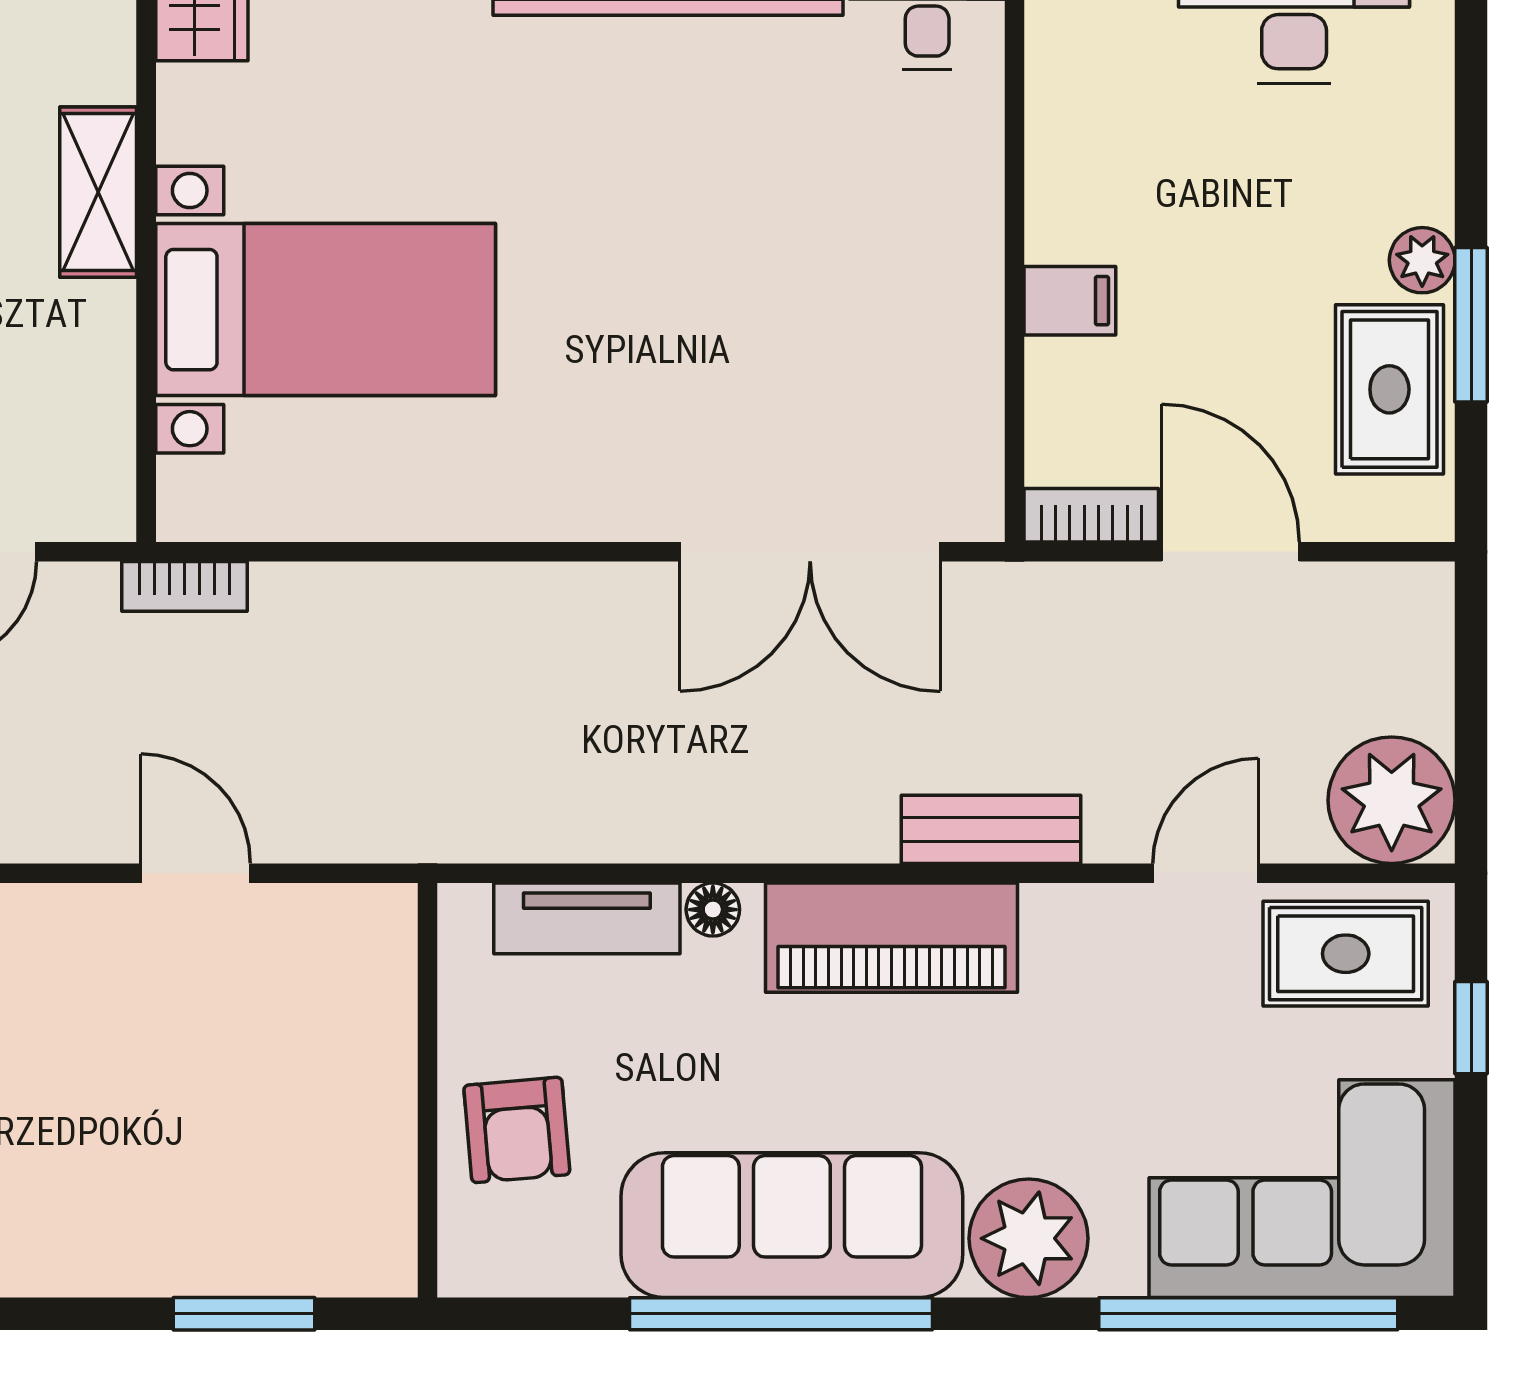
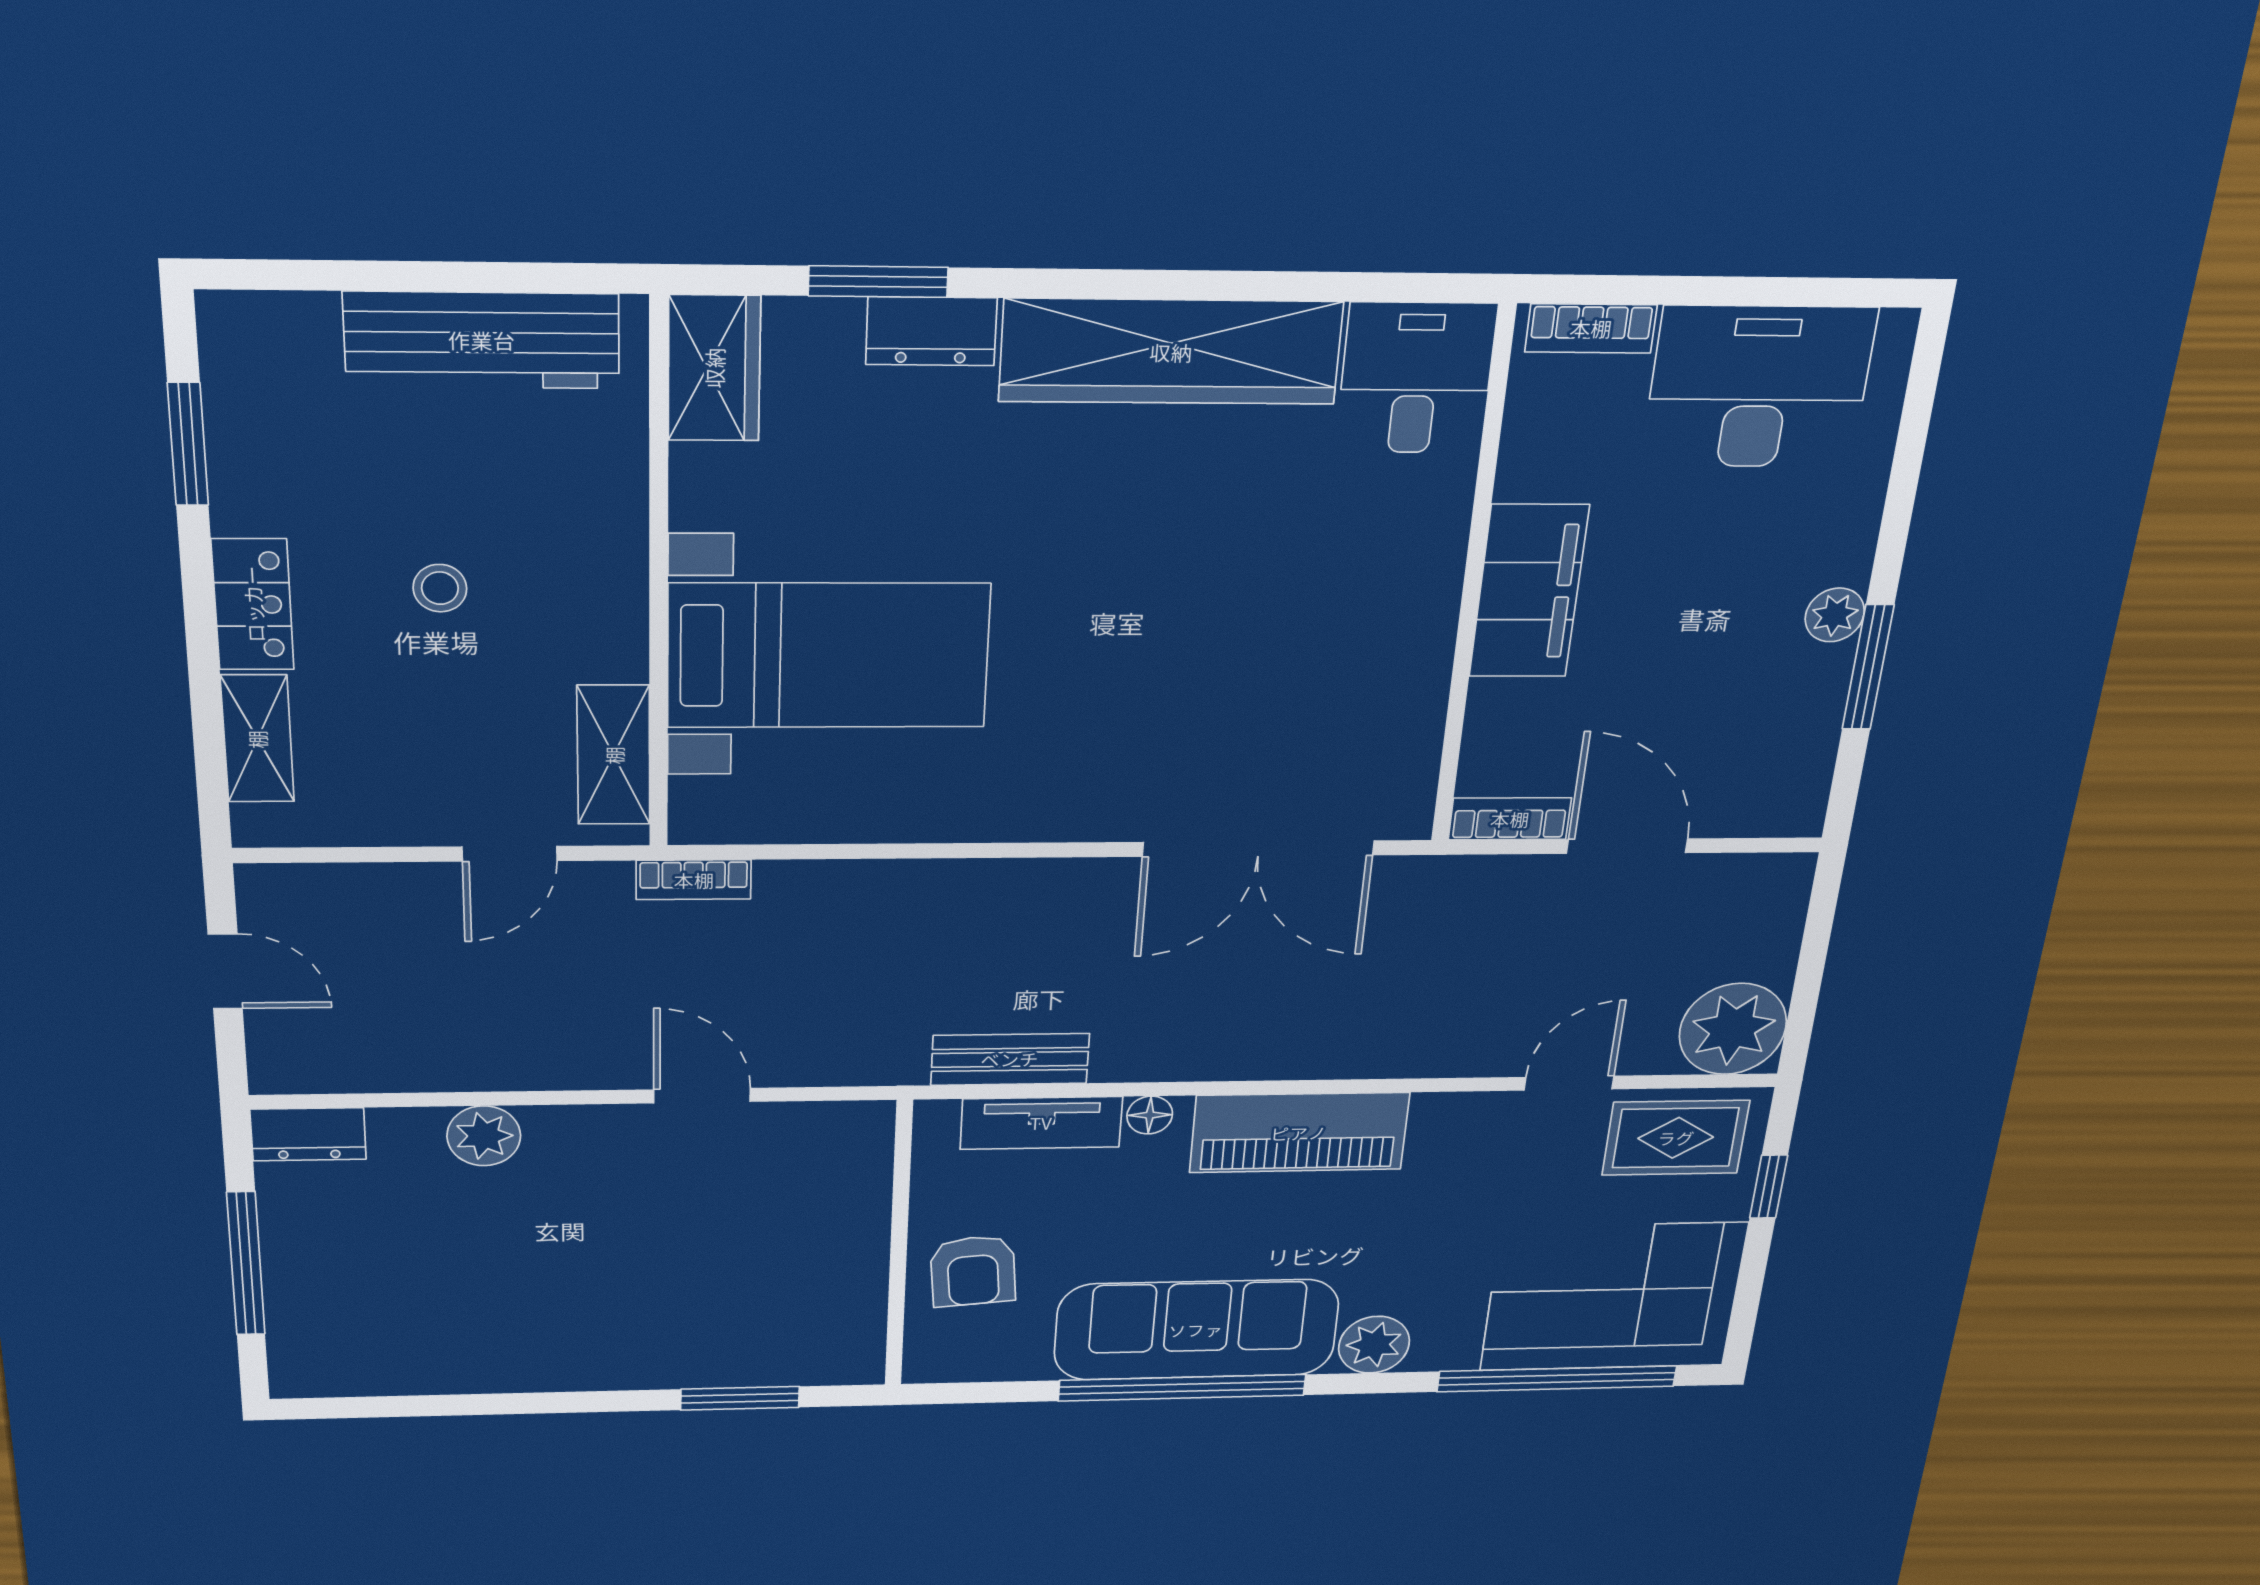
shelving: (98, 192) -> (614, 755), moved
filing cabinet: (1070, 301) -> (1529, 591), width x3.00, depth x1.17
rug: (1389, 389) -> (1787, 719), removed
bench: (991, 829) -> (1010, 1059), moved
plant: (1029, 1238) -> (1374, 1345), width x0.73, depth x0.73

